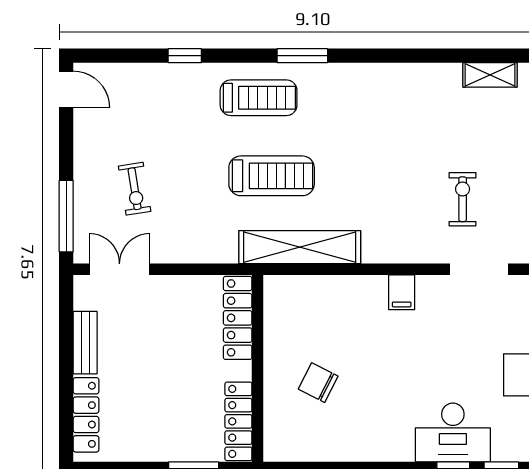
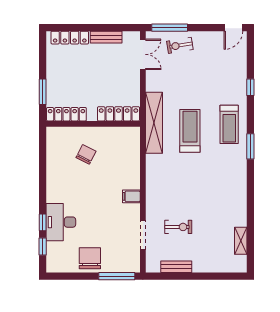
treadmill: (272, 176) -> (190, 131), turned 180
exercise bike: (135, 189) -> (180, 45), moved
shelving: (300, 247) -> (154, 123), moved

